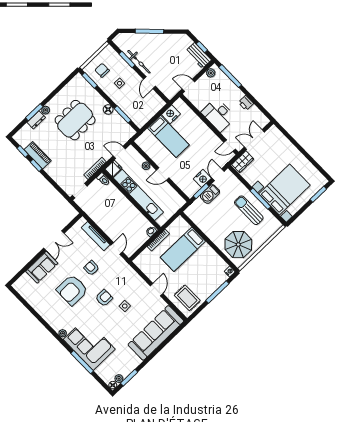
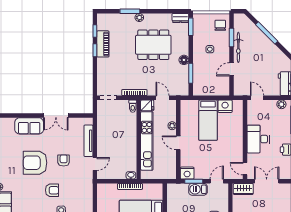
chair: (102, 70) -> (220, 25), moved
dresser: (36, 120) -> (180, 18), moved
nightstand: (202, 178) -> (187, 173), moved

